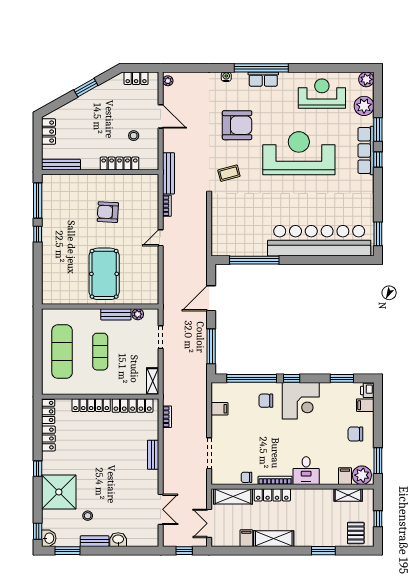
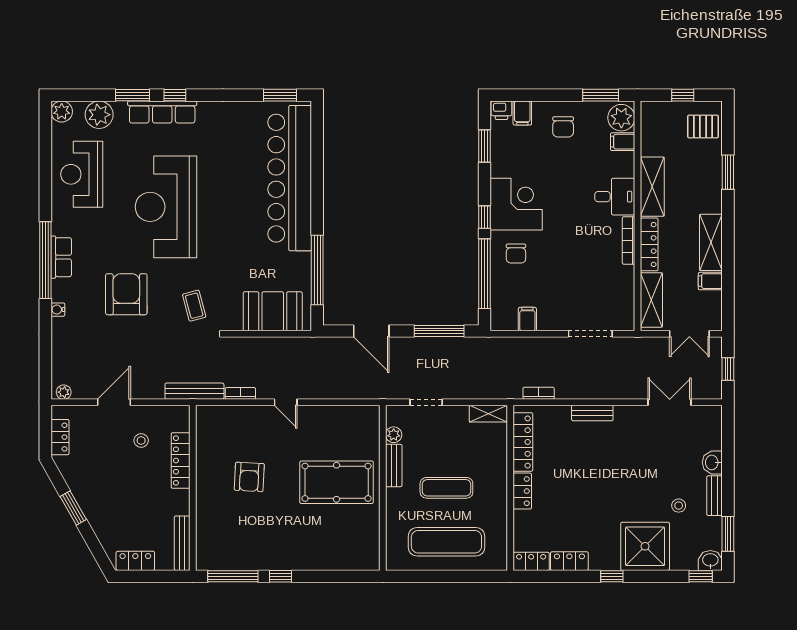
booth: (225, 229) -> (273, 311), added
locker: (91, 405) -> (522, 491), width x0.66
chair: (247, 477) -> (624, 281), removed
shelving: (348, 495) -> (652, 187), moved, width x1.50, depth x1.33

